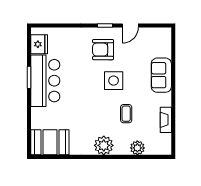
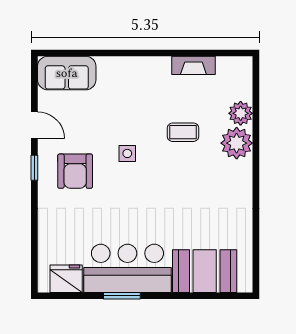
sofa: (161, 75) -> (67, 73), moved
side table: (114, 81) -> (127, 153), width x0.54, depth x0.54
booth: (50, 142) -> (205, 271), moved, turned 90
plant: (104, 145) -> (237, 143), moved

